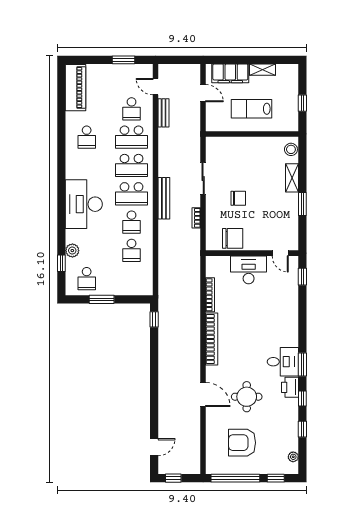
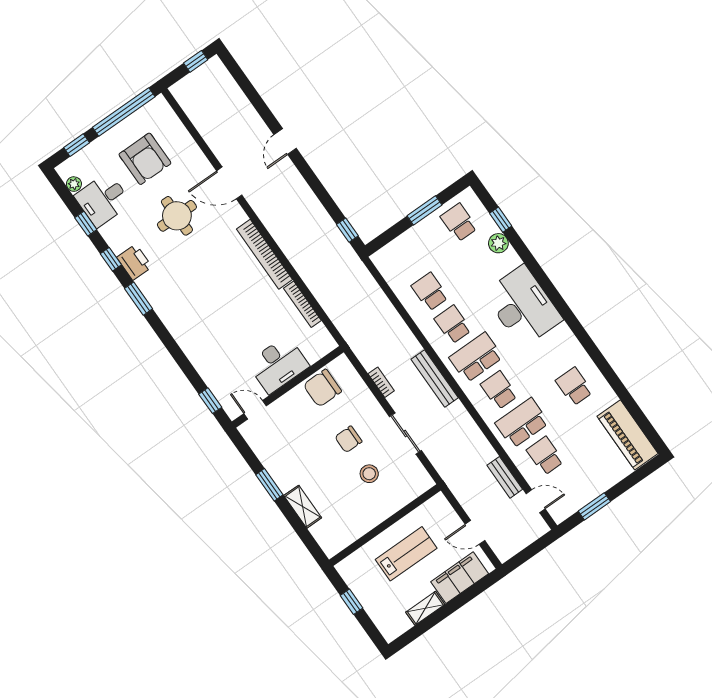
stool: (291, 149) -> (369, 474), moved
school desk: (132, 165) -> (499, 390), width x0.54
desk: (283, 362) -> (103, 200), moved
armchair: (242, 443) -> (145, 159), turned 90
door: (154, 447) -> (285, 142), moved

